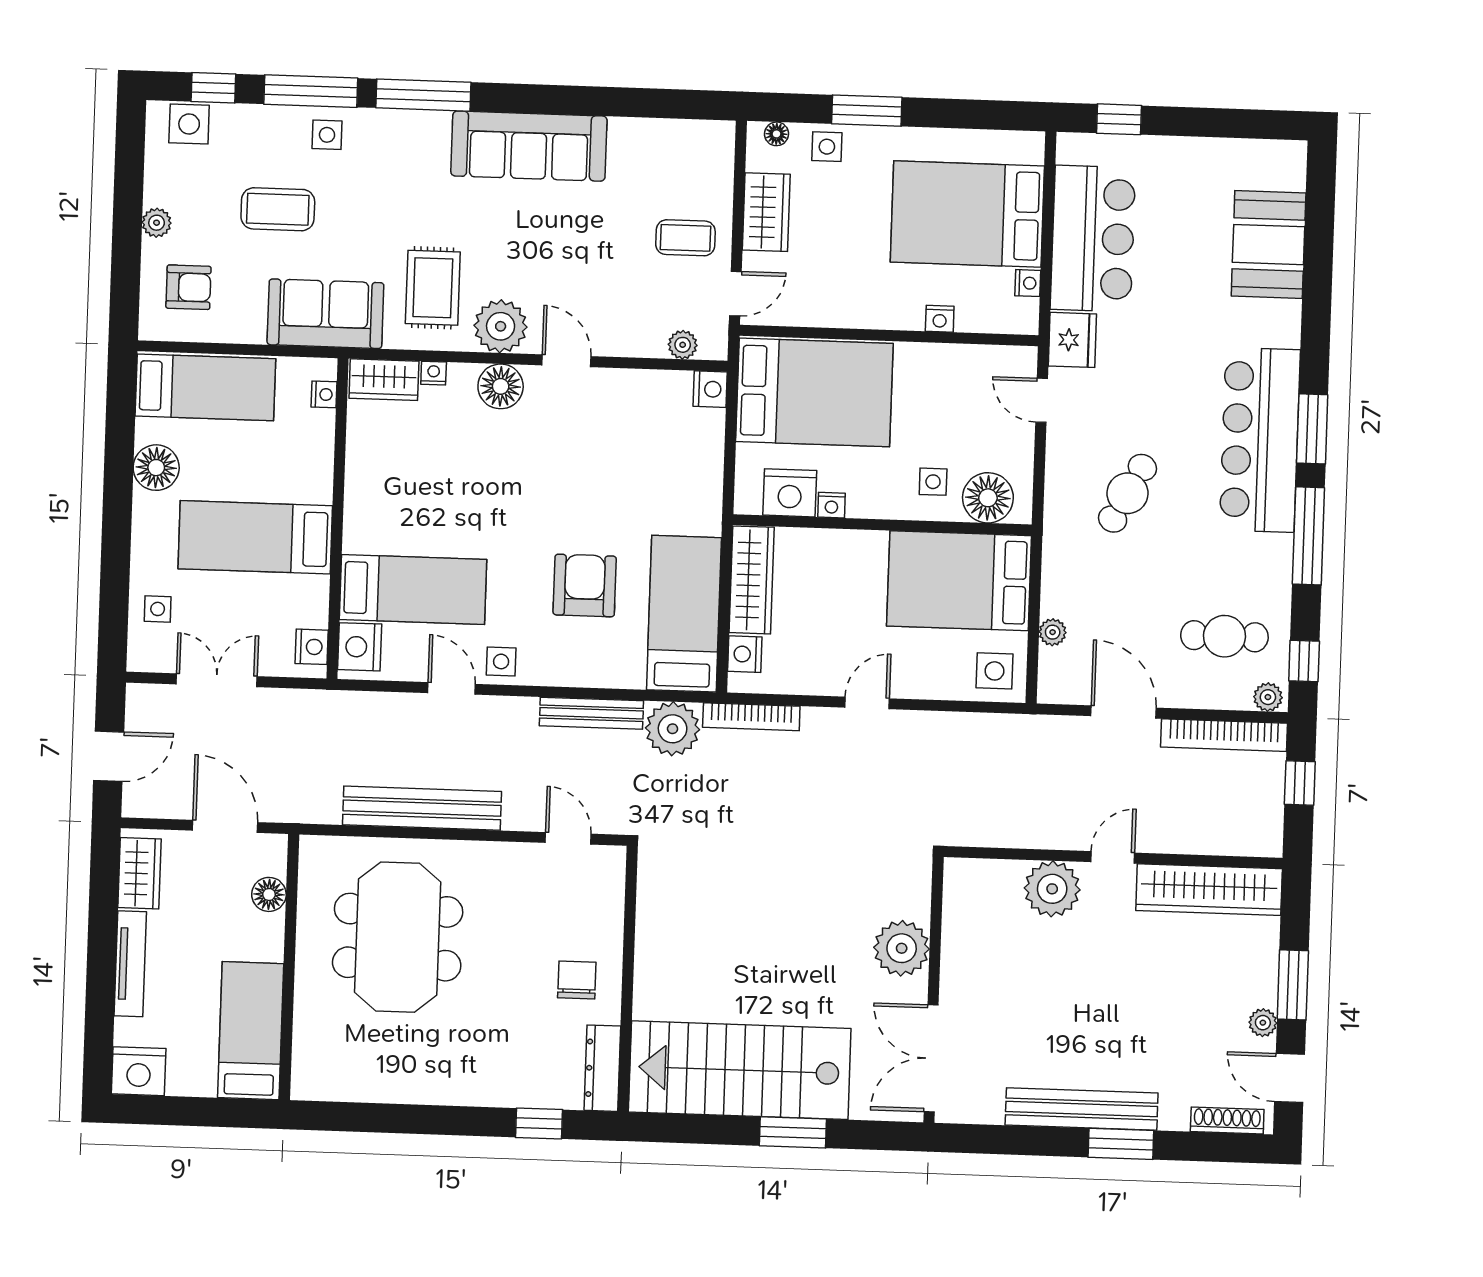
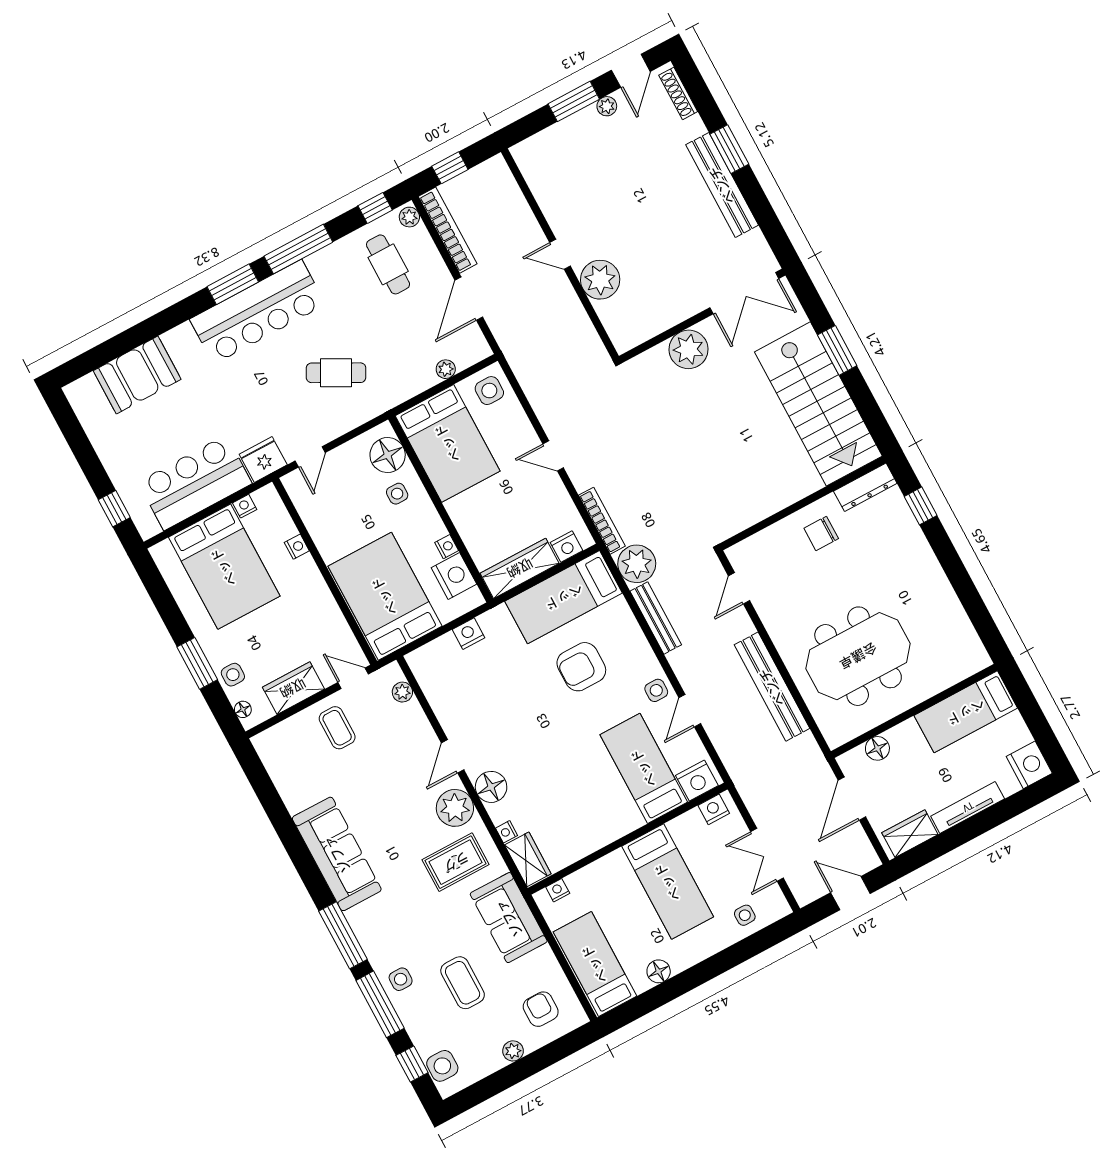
nightstand: (710, 389) -> (469, 634), moved
floor lamp: (156, 468) -> (659, 971), width x0.73, depth x0.73
wardrobe: (1209, 890) -> (546, 185), removed

